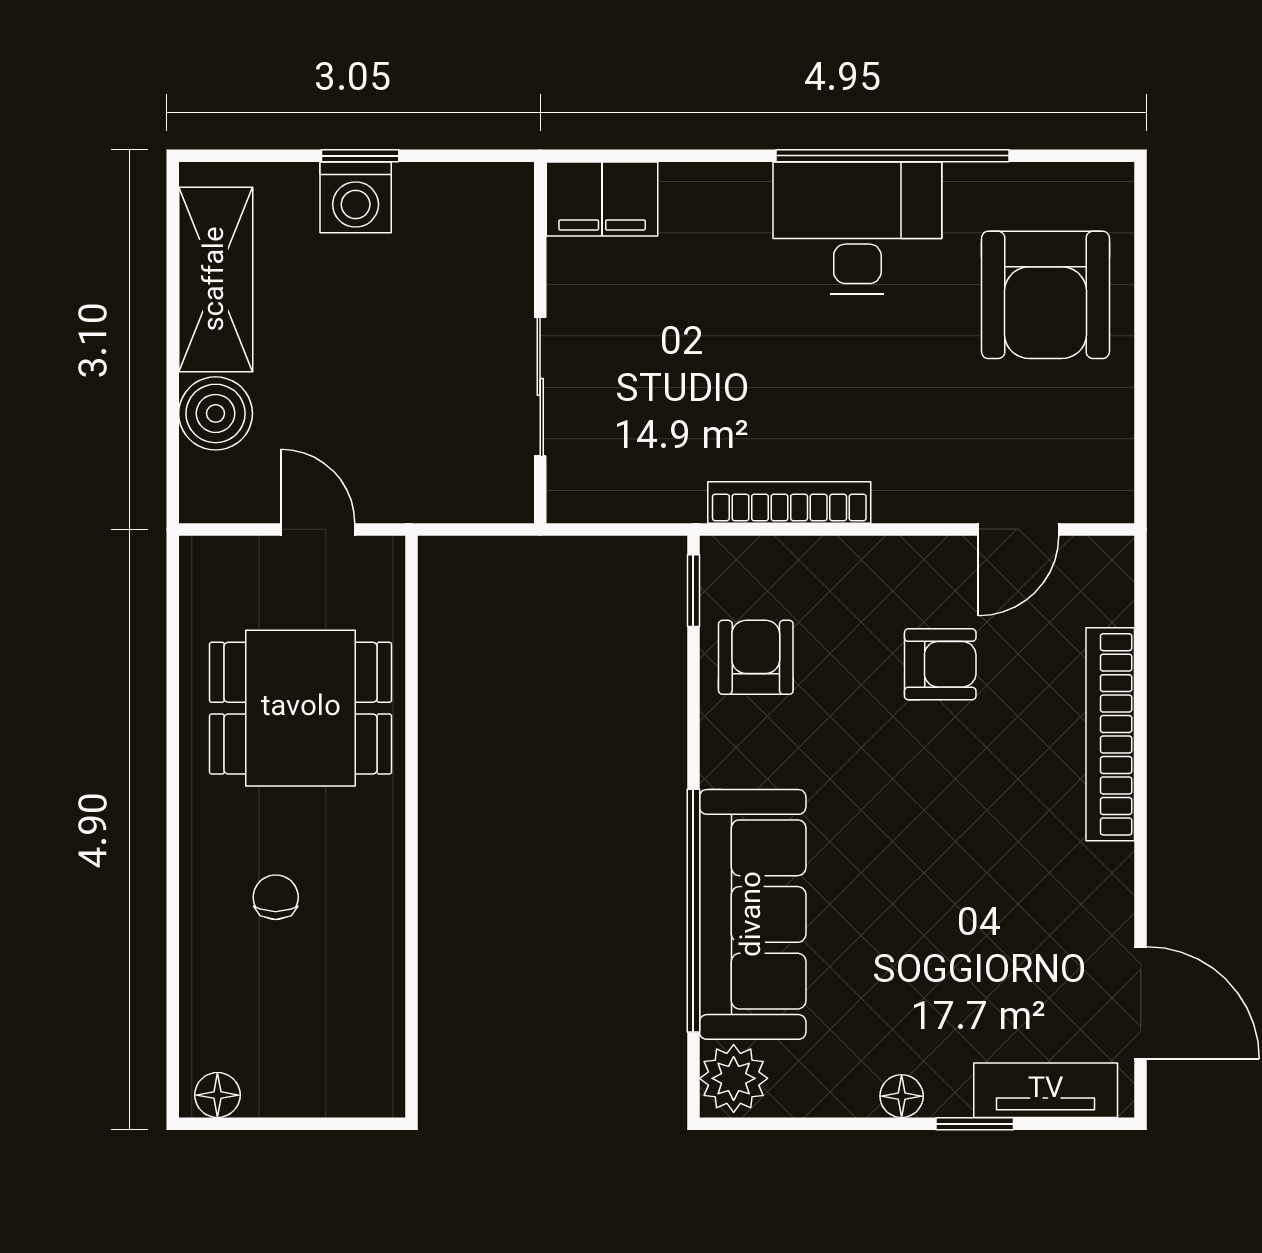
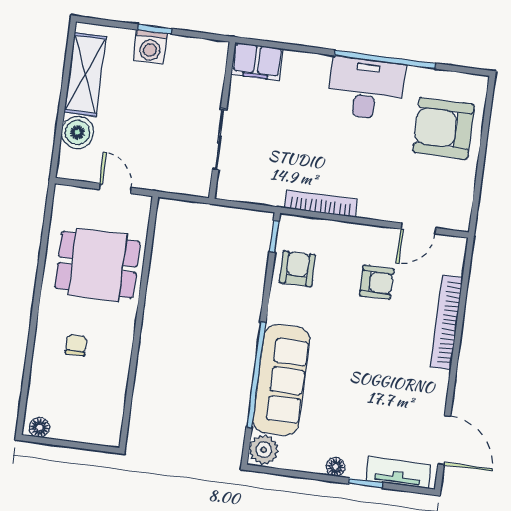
armchair: (1045, 295) -> (443, 128), turned 90

